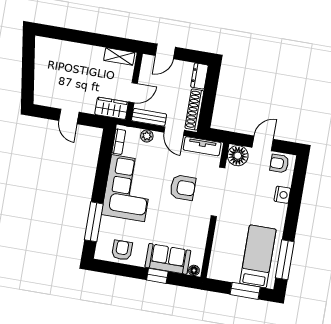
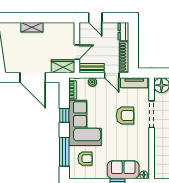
door: (165, 51) -> (95, 18), hinge flipped
shelving: (119, 56) -> (32, 27), moved
door: (69, 116) -> (33, 78), width x1.87
window: (102, 174) -> (64, 115), added
doorway: (218, 192) -> (152, 114), width x0.73
armchair: (122, 250) -> (85, 159), moved, turned 90

